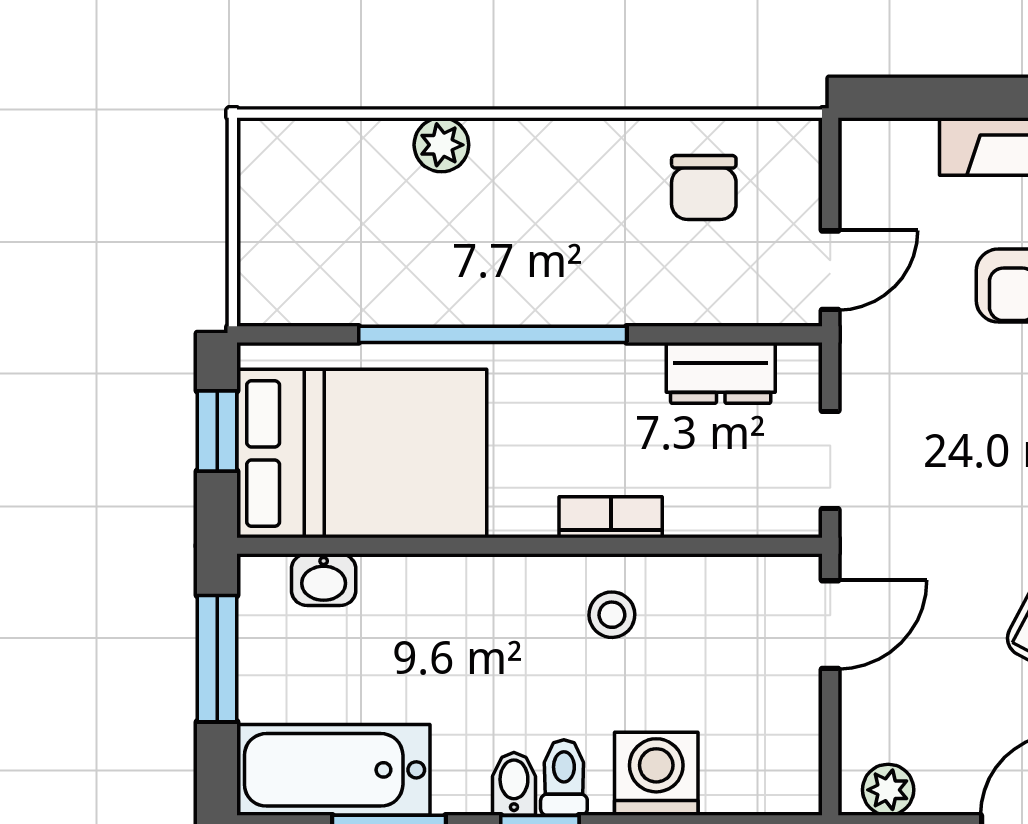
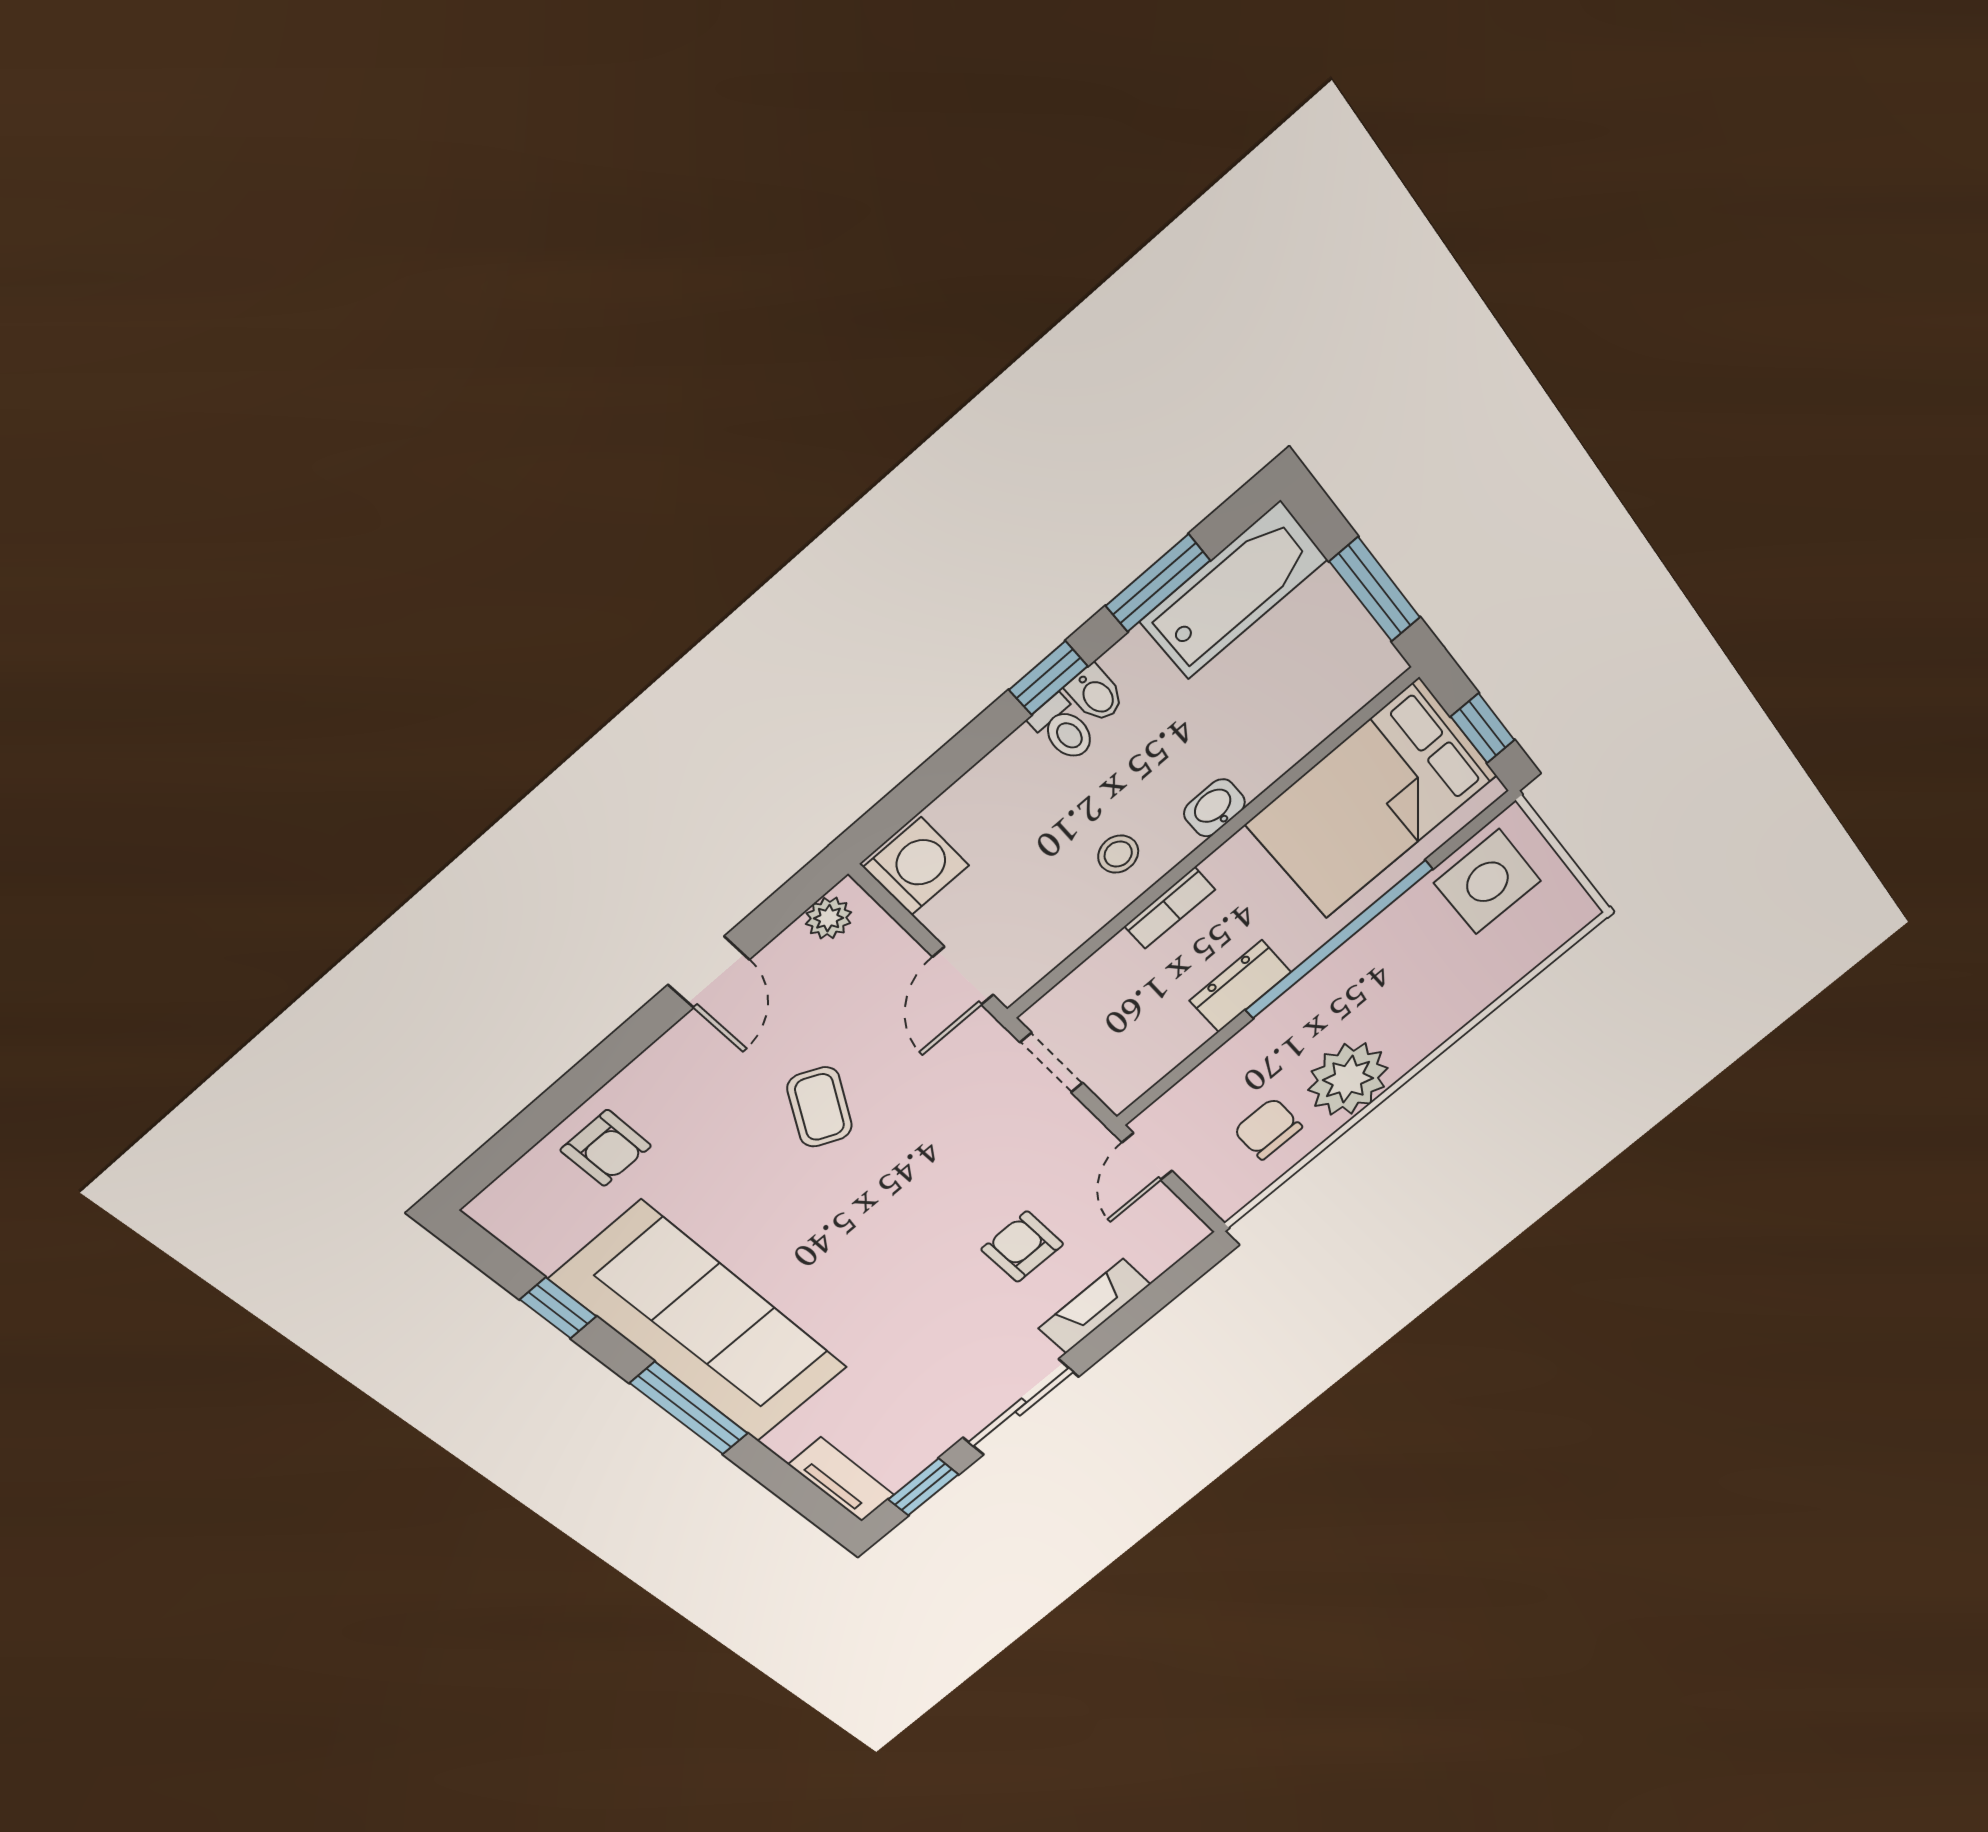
plant: (441, 145) -> (1348, 1079), moved, width x1.87, depth x1.87
side table: (320, 262) -> (1487, 882), added
dresser: (721, 373) -> (1240, 986), moved
washbasin: (324, 580) -> (1214, 808), moved
washing machine: (656, 774) -> (916, 866), moved, turned -90

